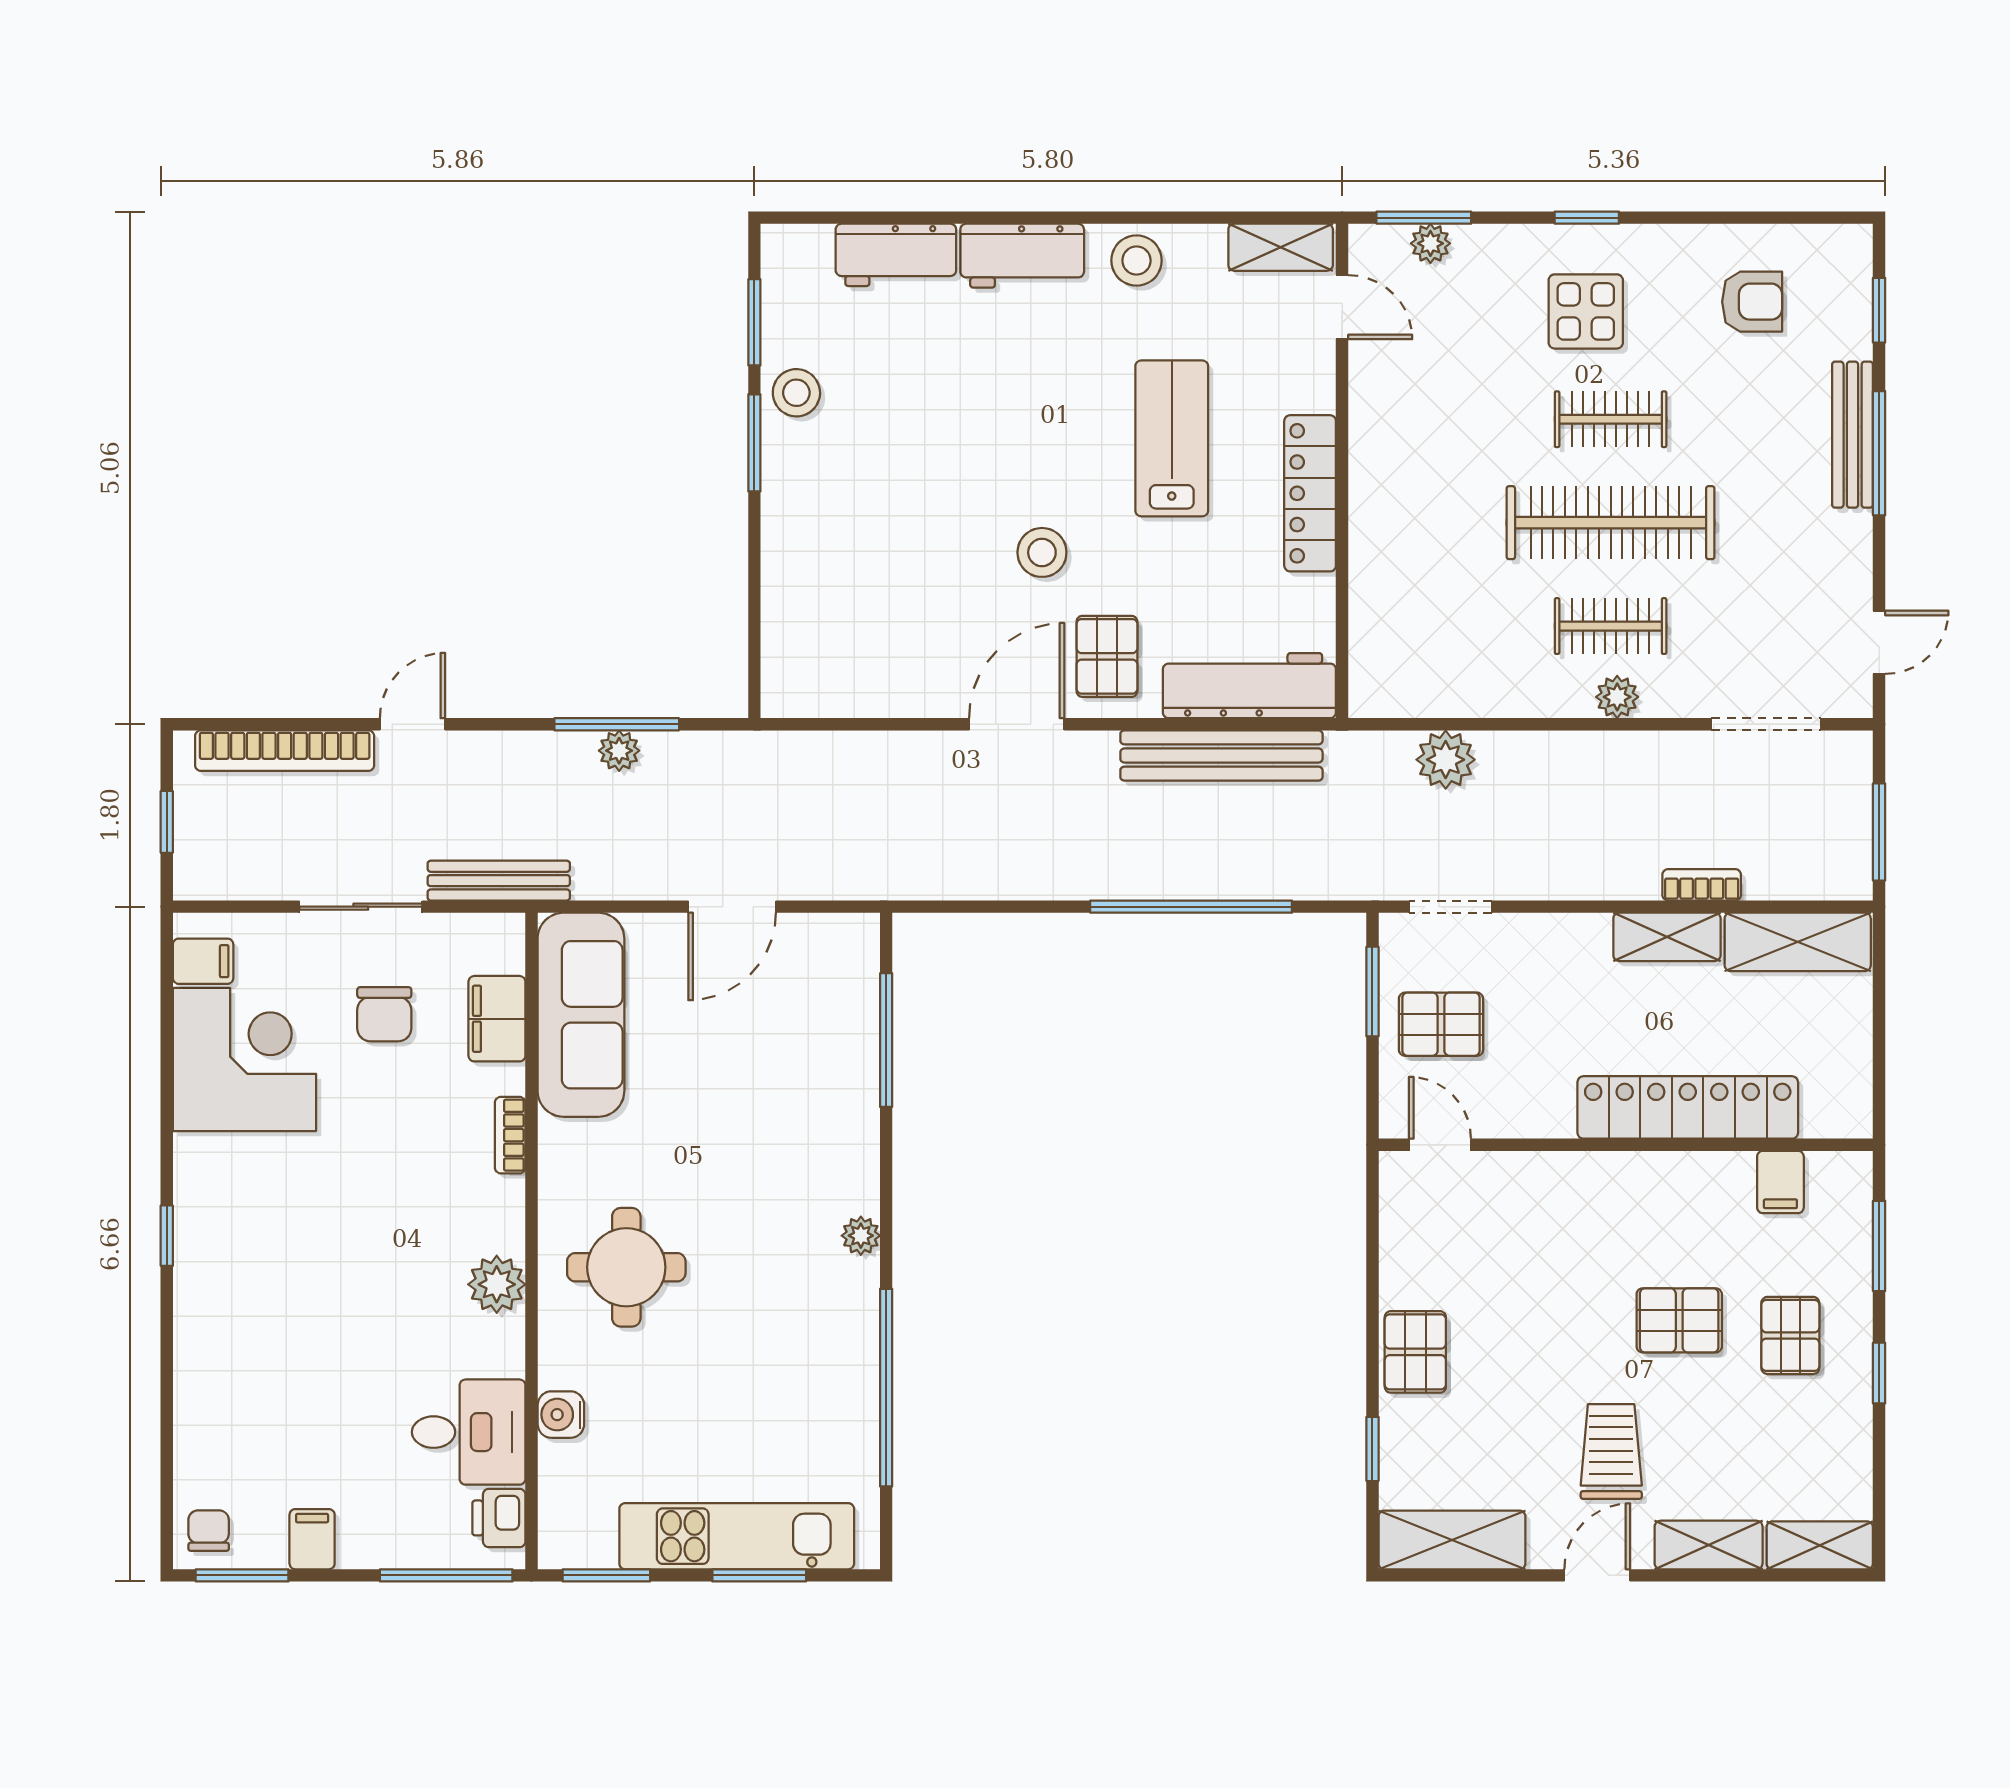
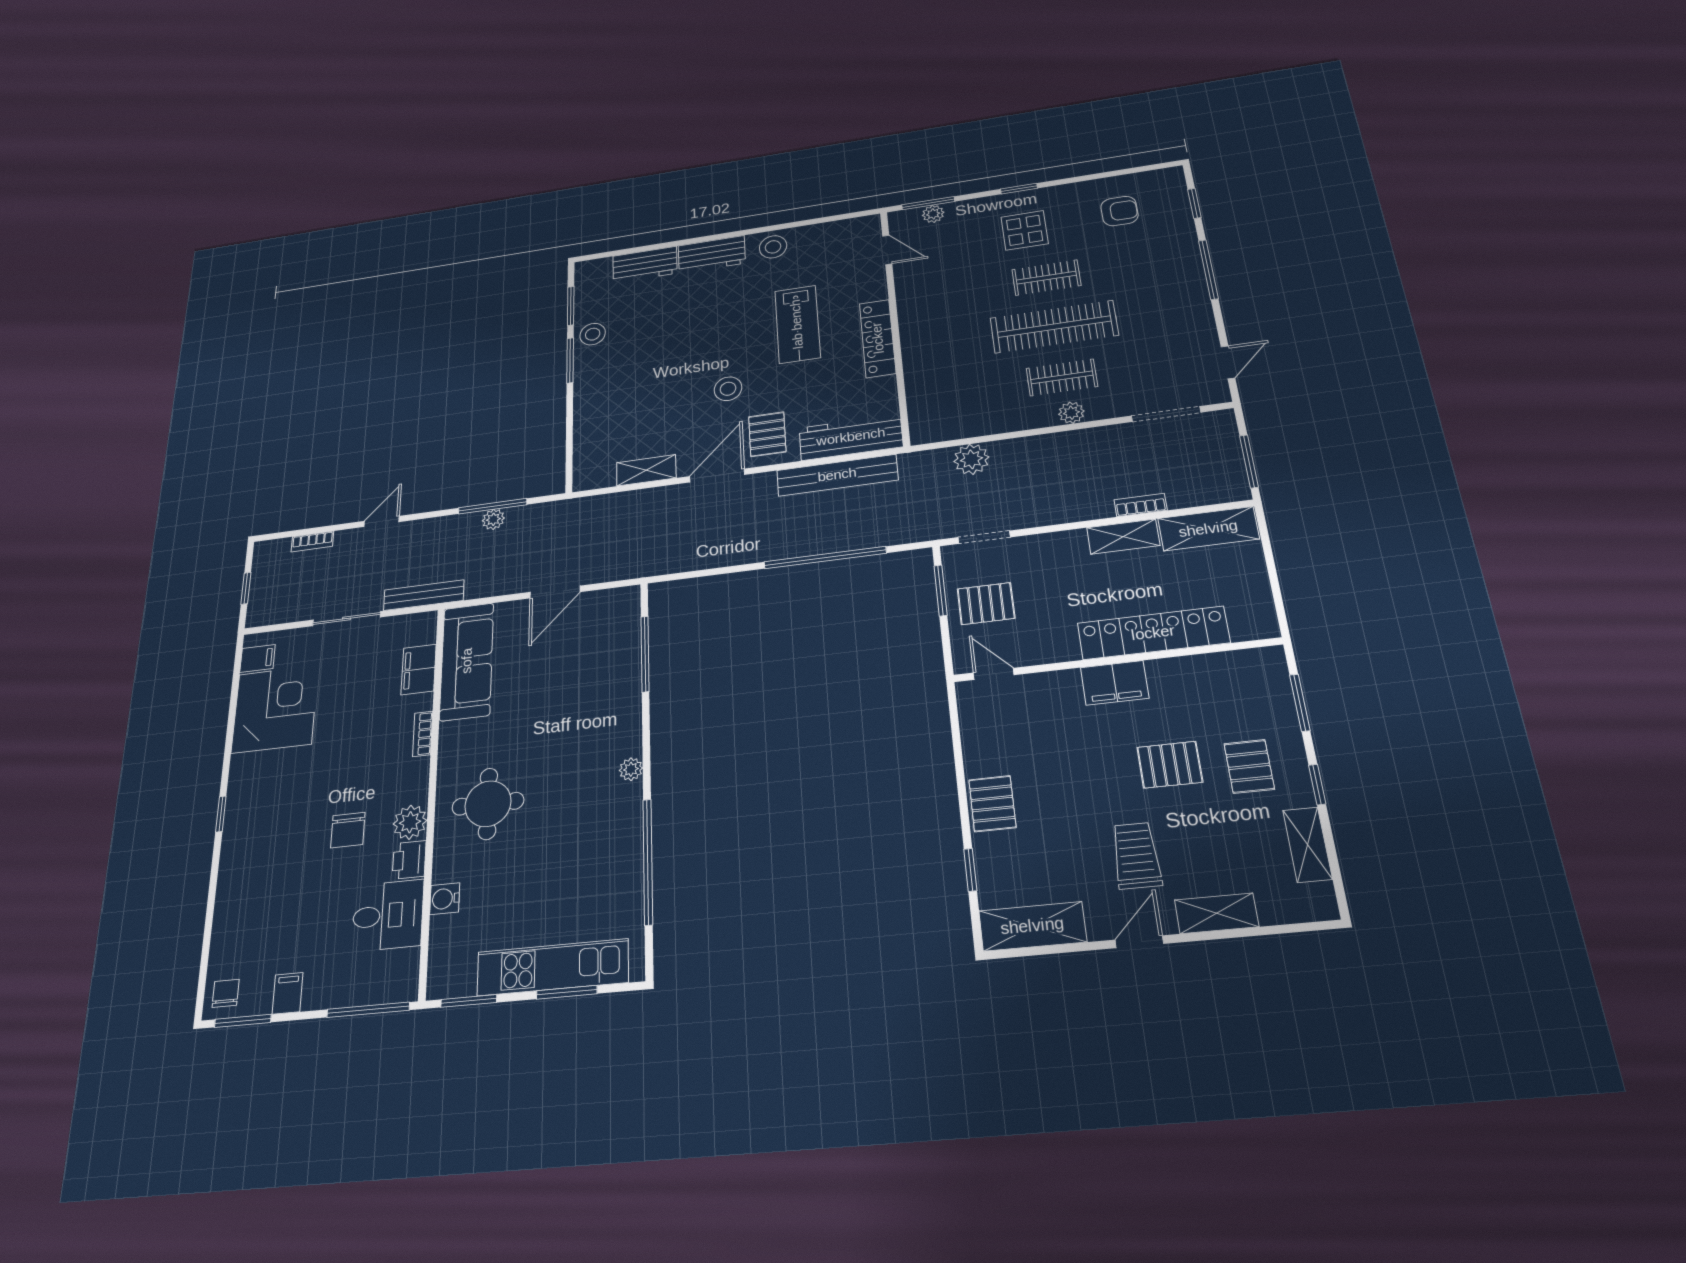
shelving: (1281, 247) -> (646, 470), moved
bench: (1853, 435) -> (1191, 263), removed
lab bench: (1172, 438) -> (797, 324), turned 180
bookcase: (285, 751) -> (312, 541), width x0.43, depth x0.76
chair: (384, 1014) -> (348, 830), moved
filing cabinet: (1780, 1182) -> (1115, 683), moved, width x2.00
printer: (499, 1518) -> (409, 860), moved
shelving: (1820, 1545) -> (1308, 845), moved, turned 90

